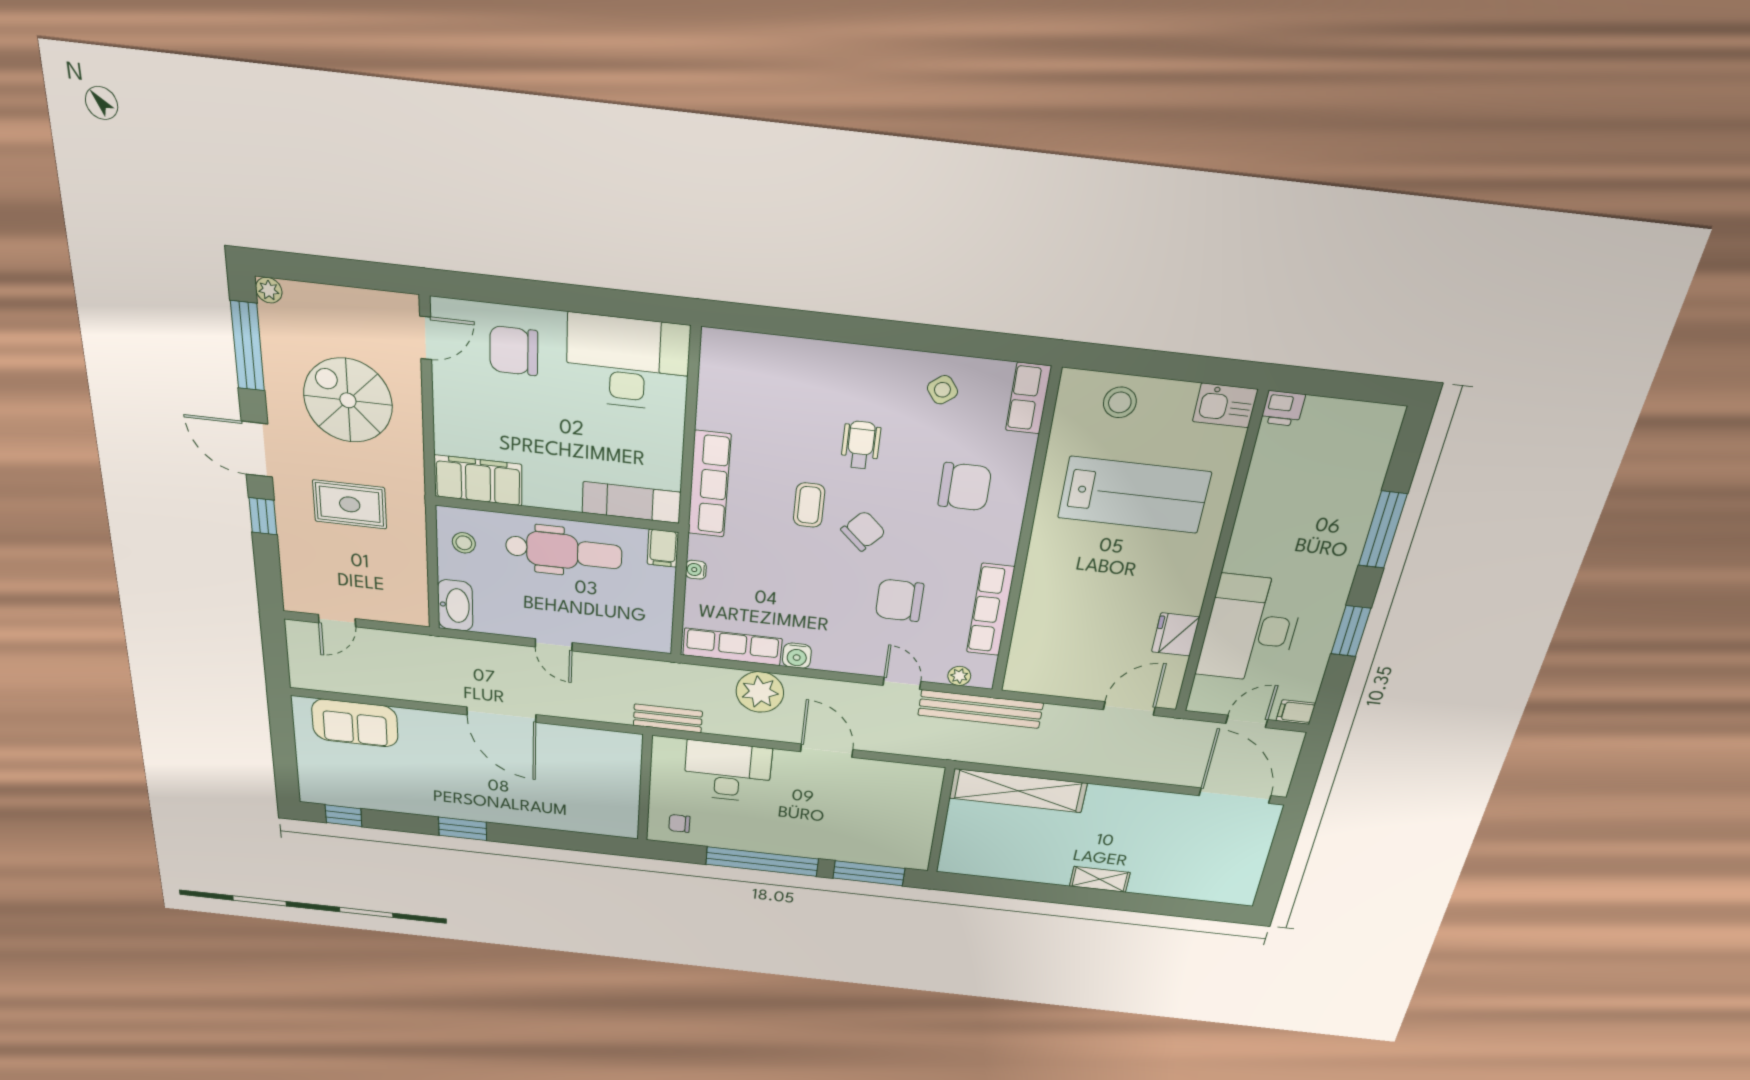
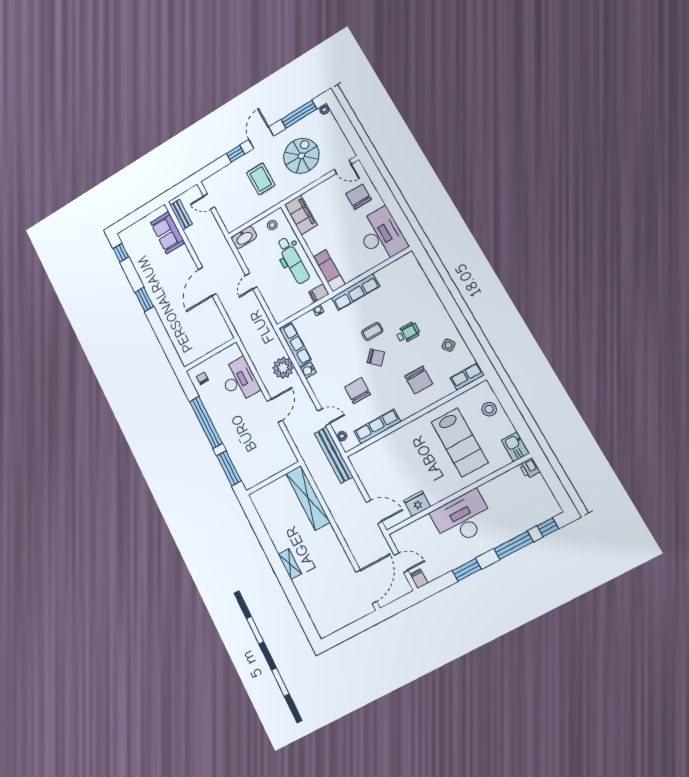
window: (1407, 452) -> (548, 527), added
desk: (1251, 629) -> (462, 518), moved
door: (902, 683) -> (324, 417), hinge flipped
bench: (668, 718) -> (181, 215), moved

